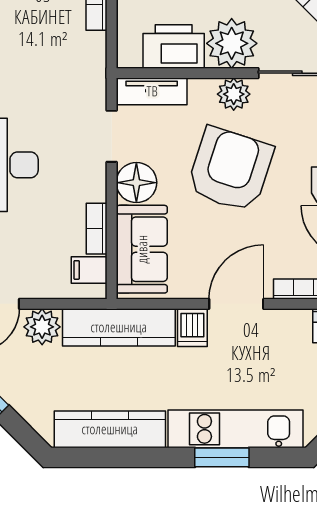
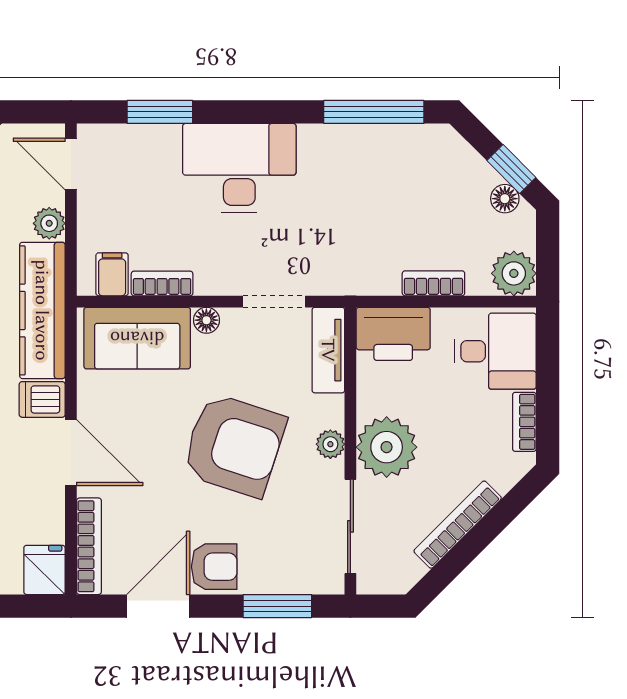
printer: (174, 46) -> (393, 334), moved, turned 90
plant: (234, 94) -> (330, 444), width x0.73, depth x0.73
floor lamp: (136, 183) -> (206, 320), width x0.53, depth x0.53
plant: (42, 327) -> (49, 223), width x0.73, depth x0.73

